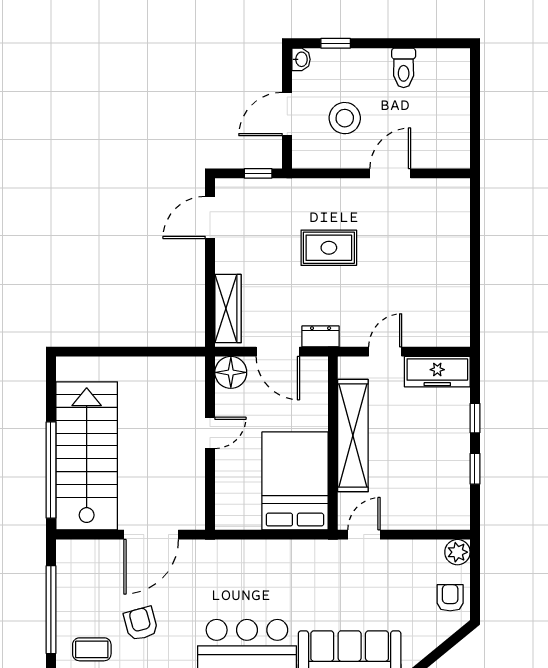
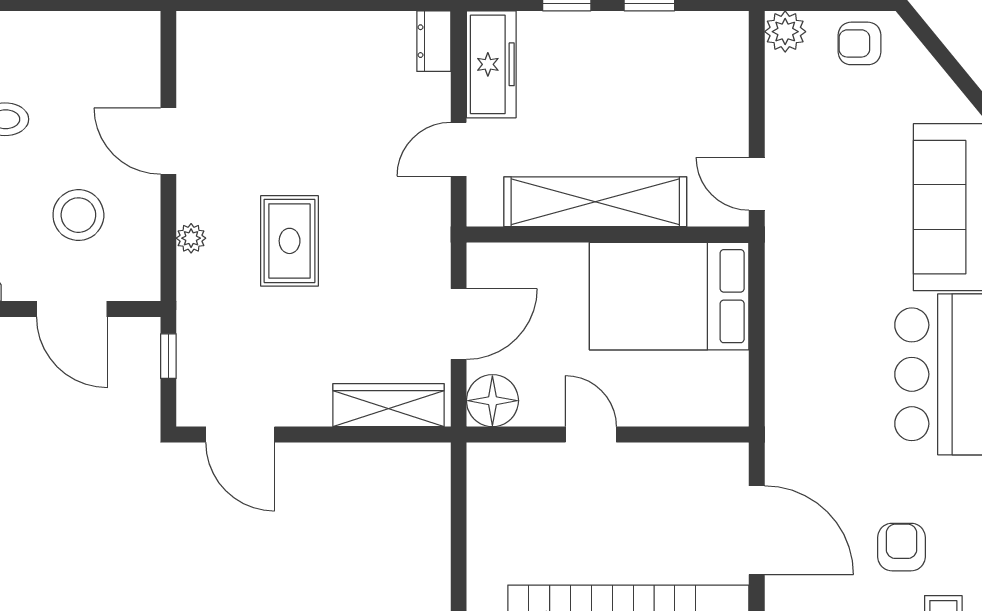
plant: (331, 187) -> (191, 238), added
dresser: (321, 336) -> (434, 41), moved
door: (385, 352) -> (459, 149), hinge flipped
armchair: (141, 624) -> (902, 547), turned 105

